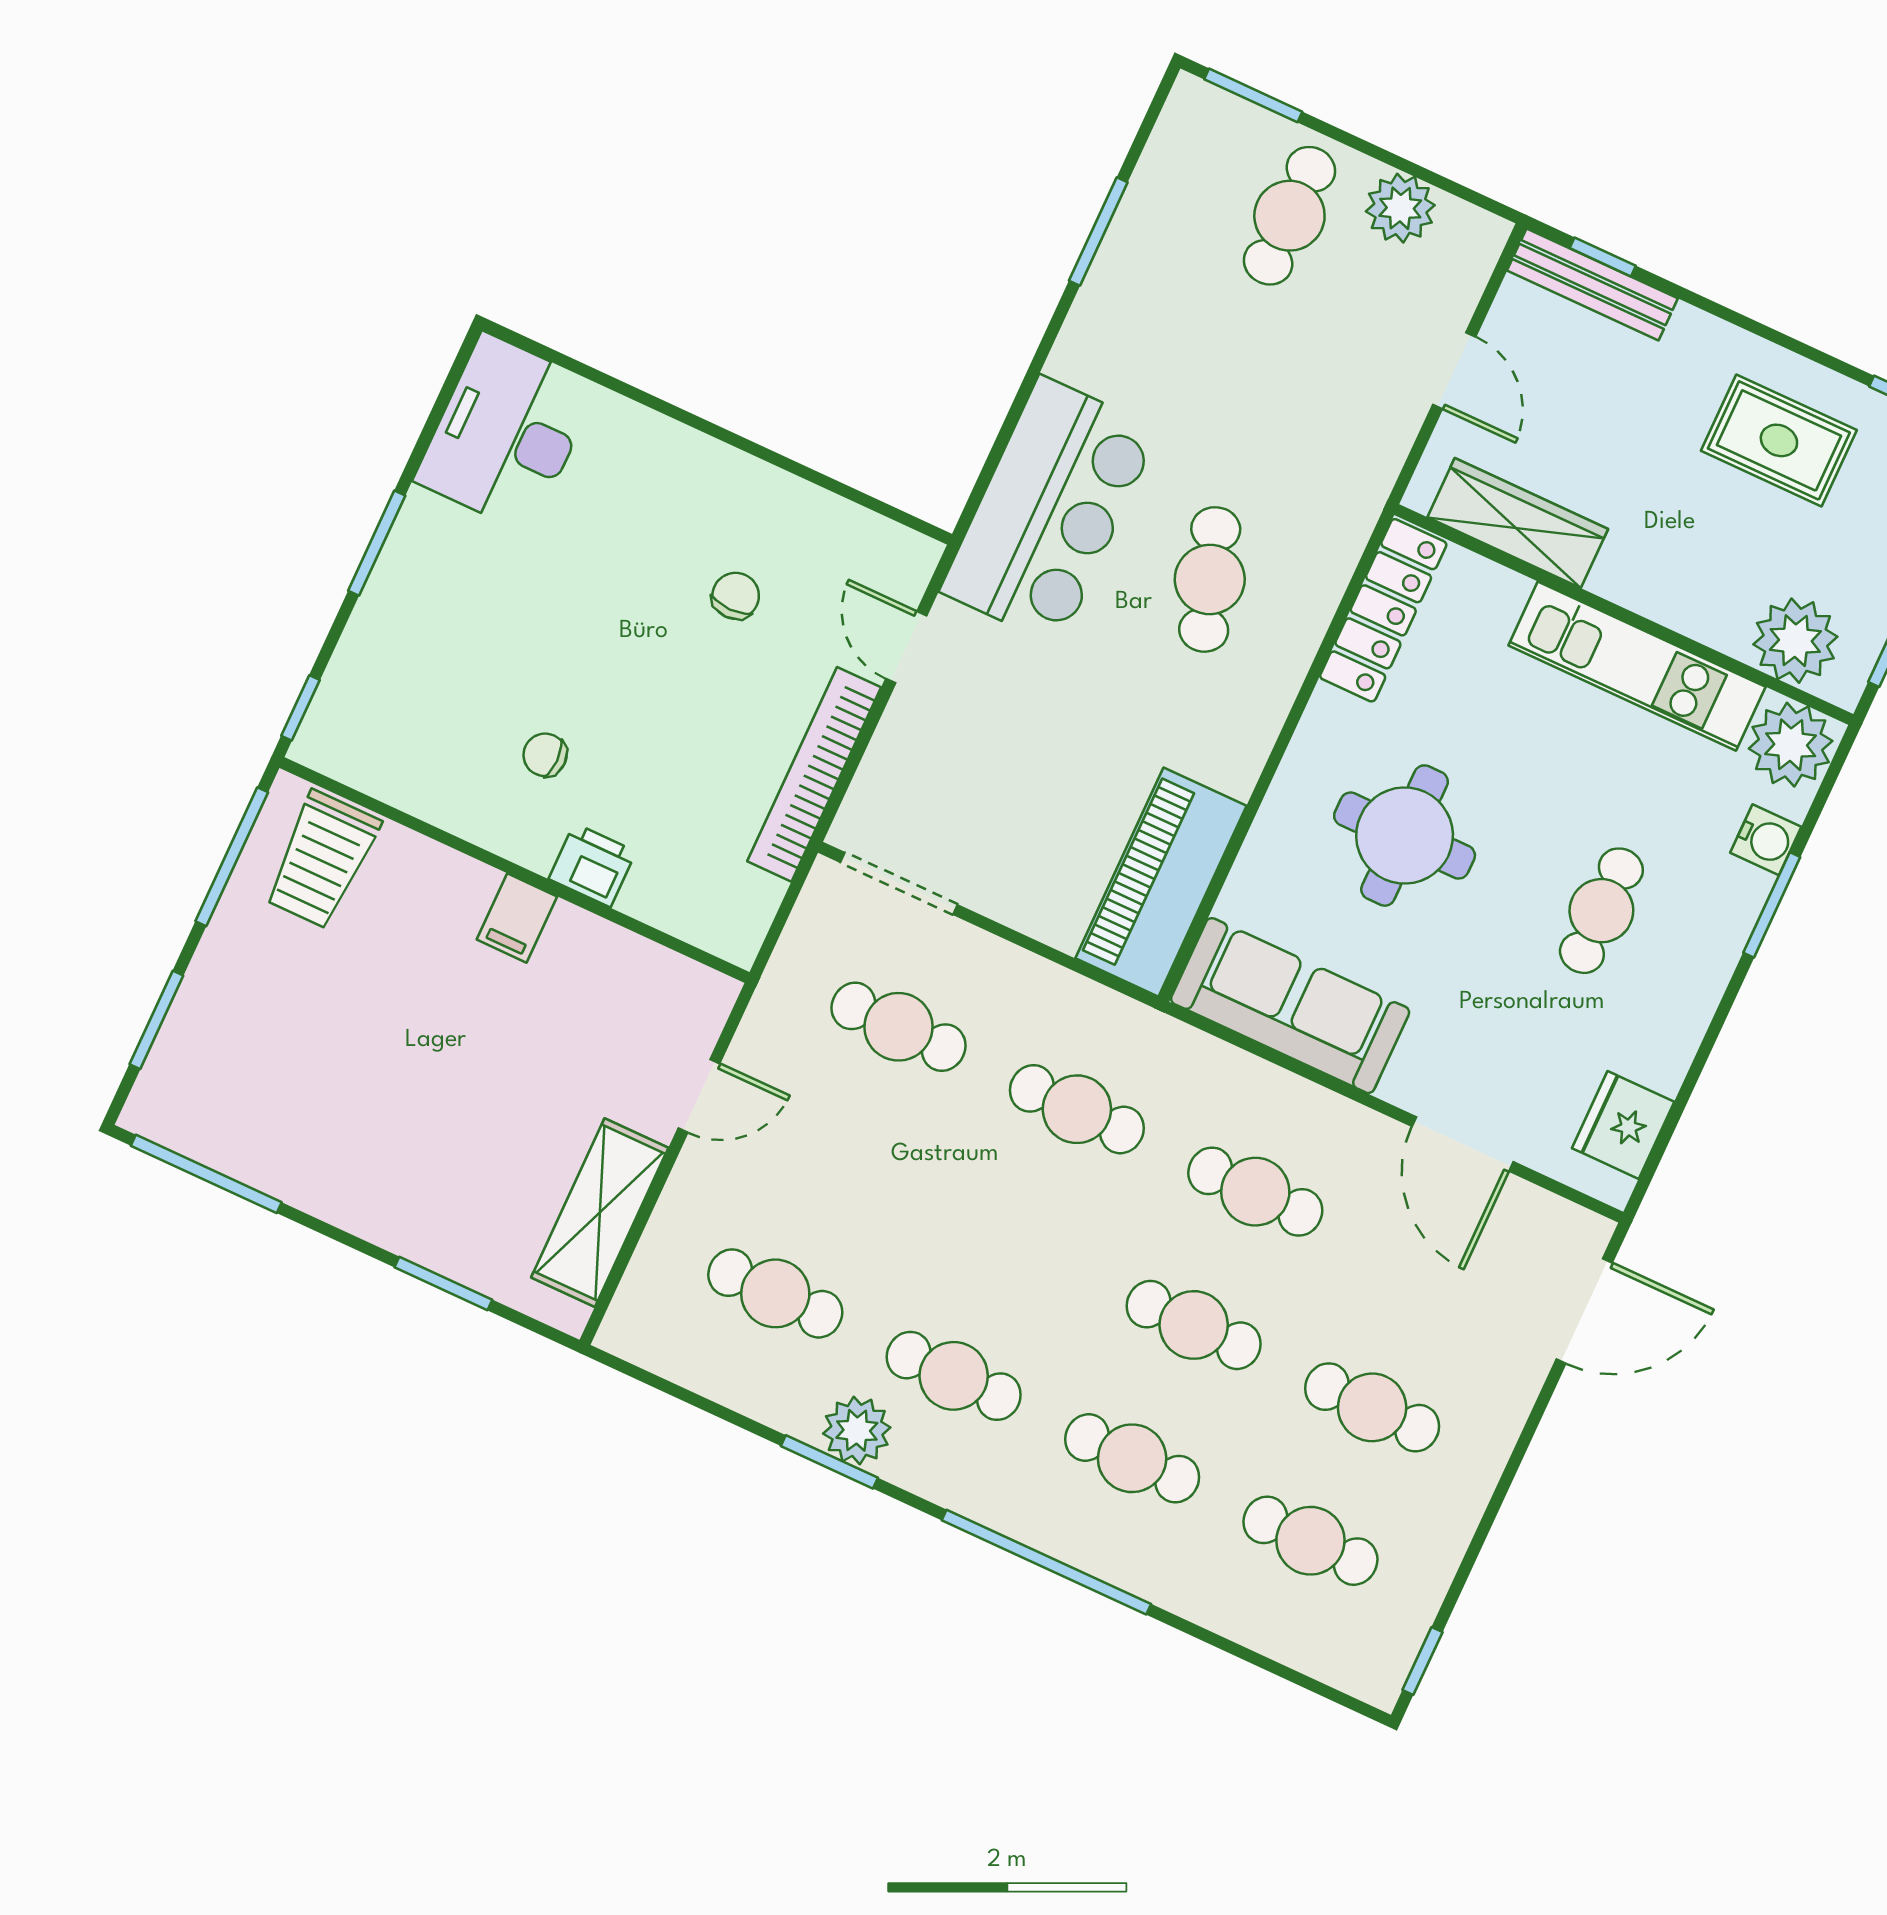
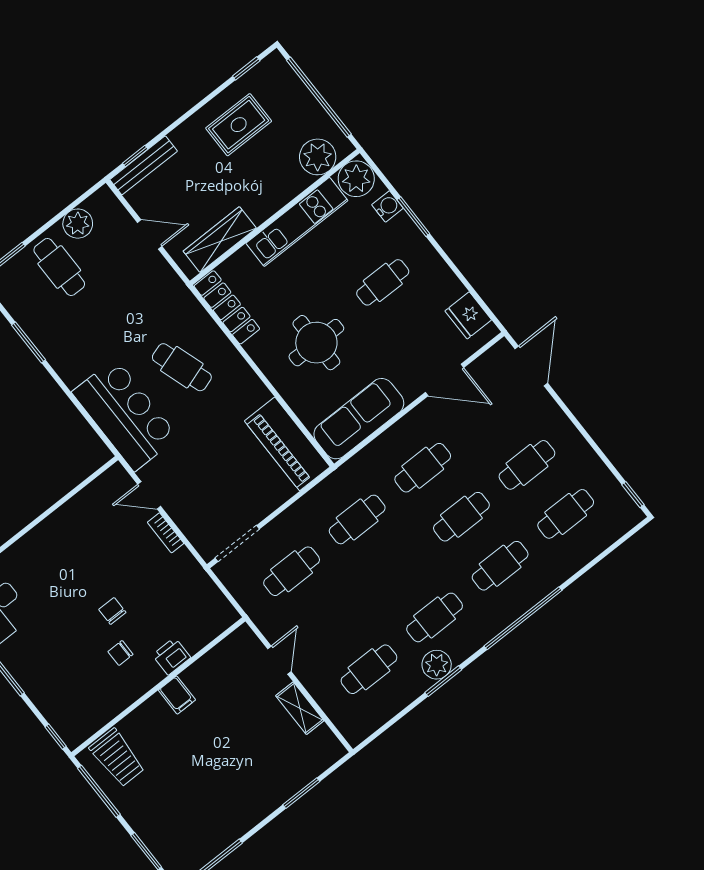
chair: (736, 596) -> (112, 611), moved
bookcase: (814, 774) -> (166, 533), width x0.43, depth x0.76
cafe table: (1601, 911) -> (383, 282), turned 90
shelving: (600, 1213) -> (300, 708), width x0.67, depth x0.75

